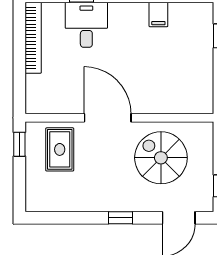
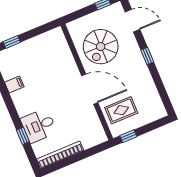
door: (108, 118) -> (90, 89), swing flipped

